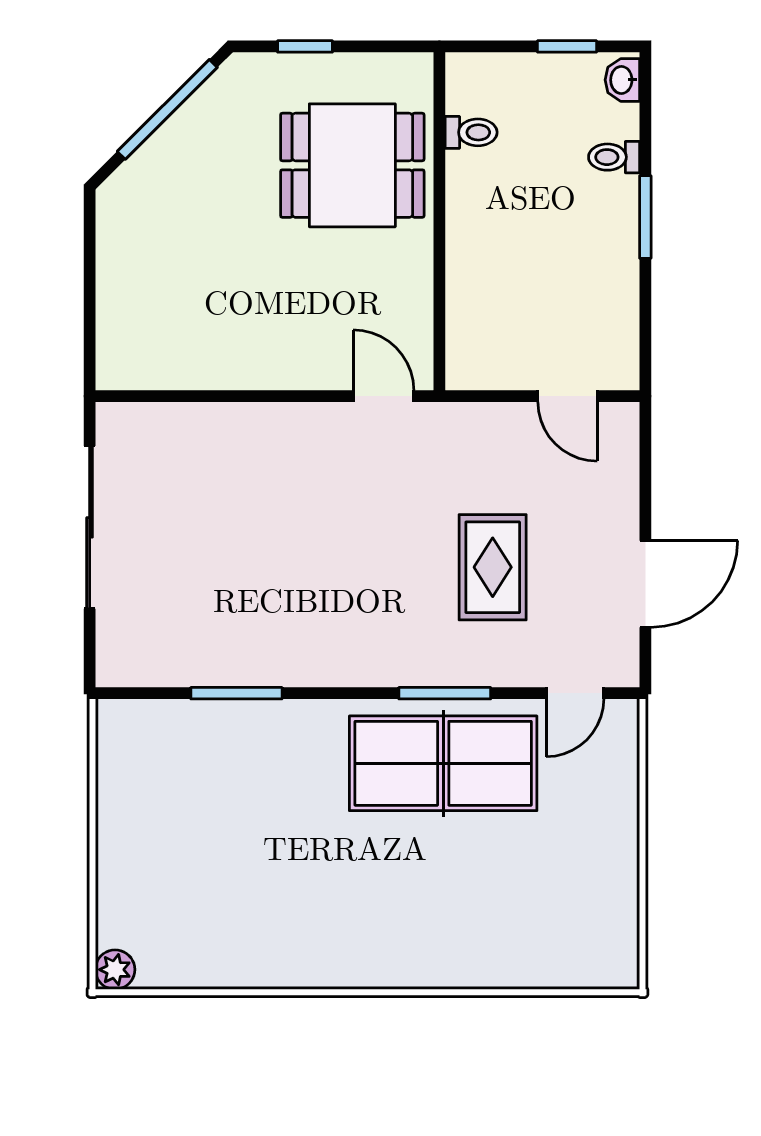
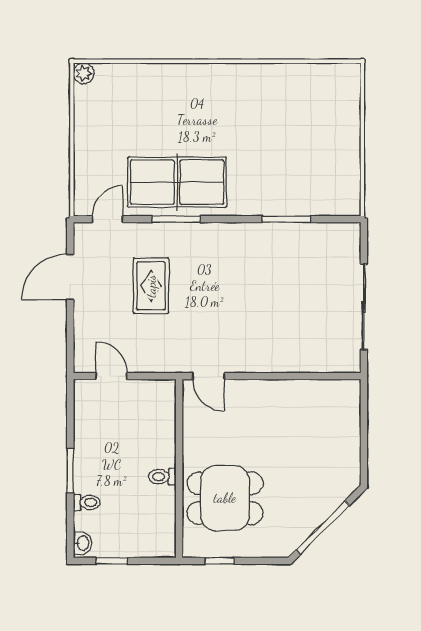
window: (305, 46) -> (220, 561), moved
toilet: (471, 132) -> (162, 477), moved
plant: (115, 970) -> (84, 73), moved

